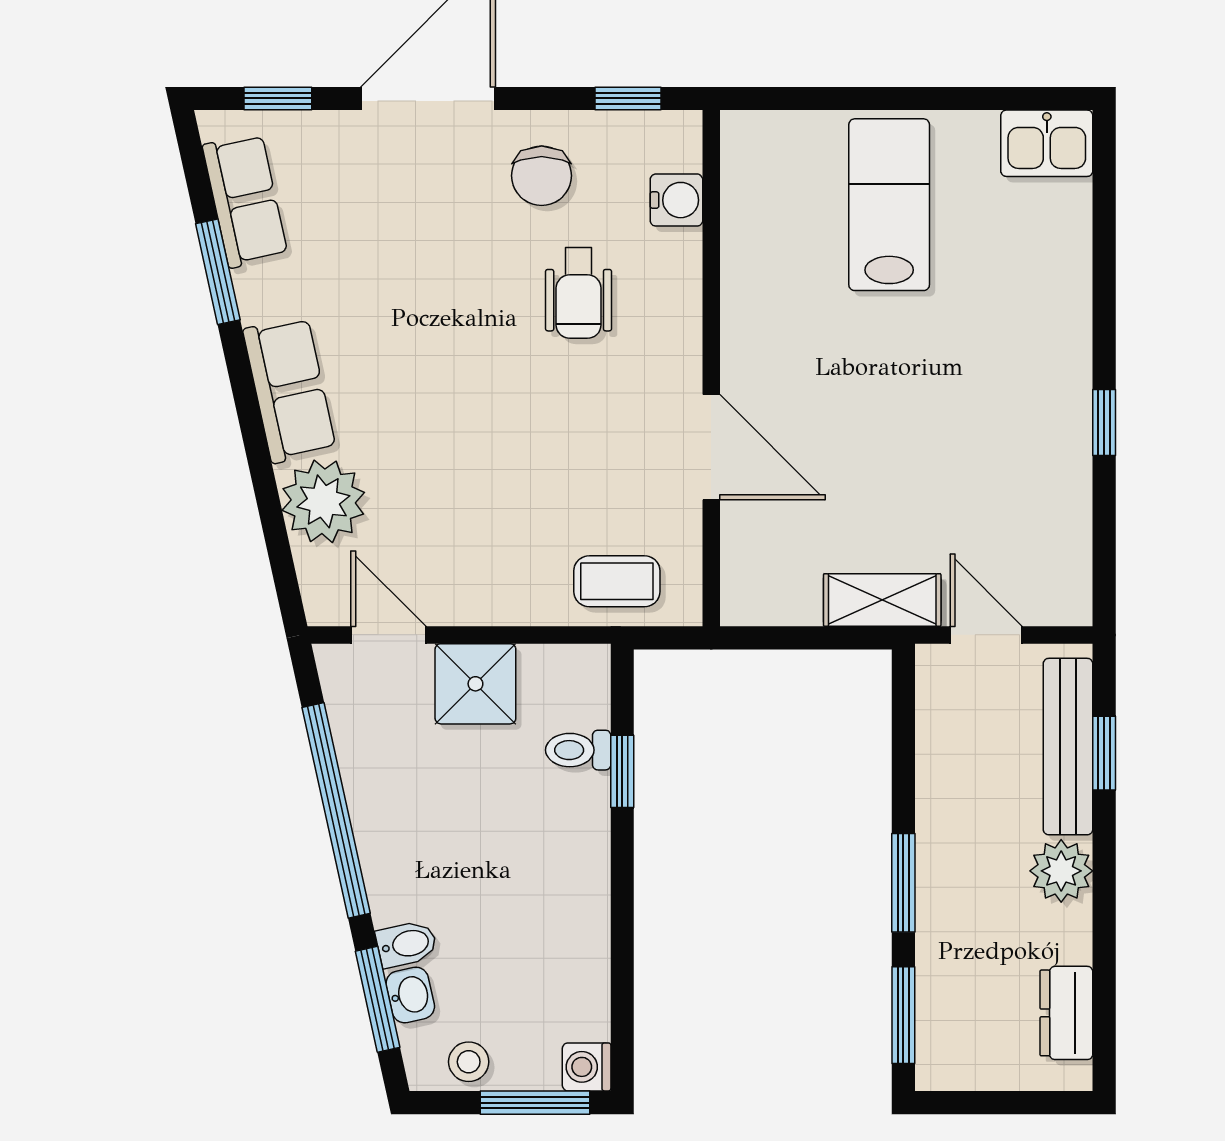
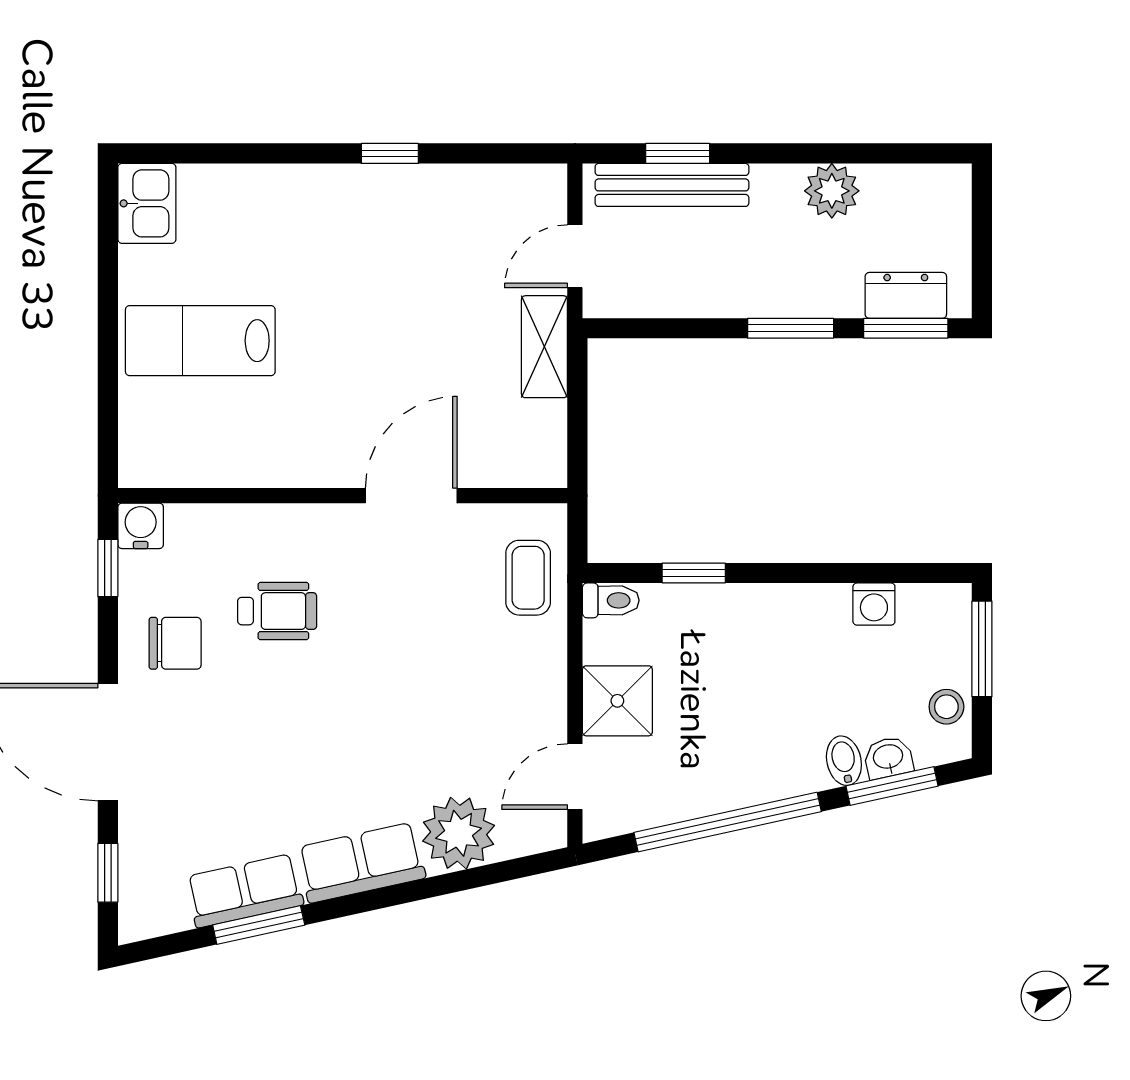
row of seats: (245, 200) -> (245, 891), moved
water cooler: (676, 200) -> (141, 526), moved
toilet: (578, 750) -> (611, 600), moved, turned -90
plant: (1061, 871) -> (832, 191), moved
dresser: (1066, 1013) -> (906, 295), moved, turned 180
washing machine: (587, 1067) -> (874, 604), moved

